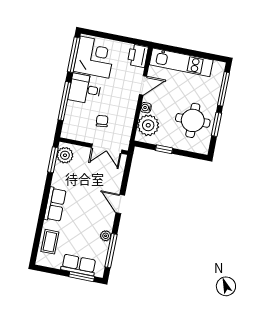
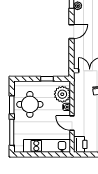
door: (143, 85) -> (72, 123), hinge flipped
door: (120, 204) -> (71, 32), hinge flipped

